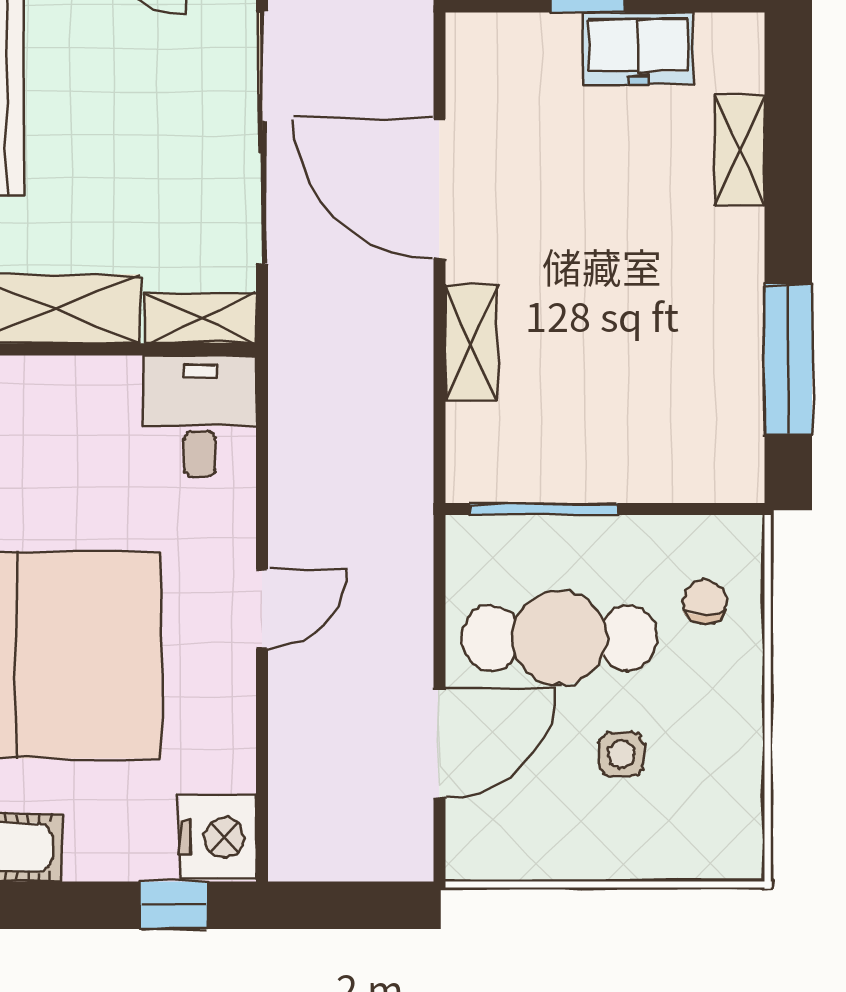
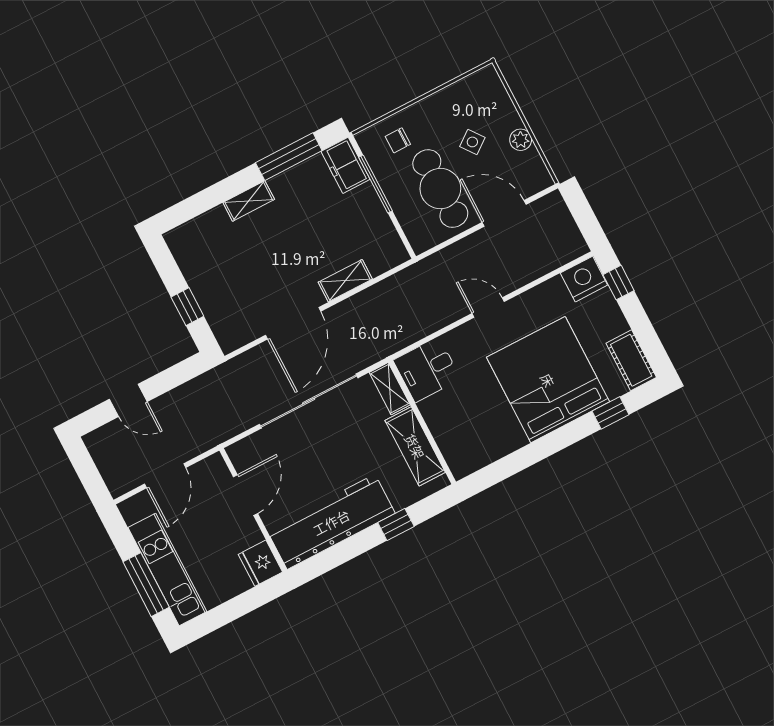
freezer: (638, 48) -> (345, 165), moved, turned 180
shelving: (740, 151) -> (249, 201), moved
window: (544, 509) -> (375, 184), moved
side table: (621, 754) -> (472, 142), turned -37
plant: (574, 856) -> (521, 140), added

